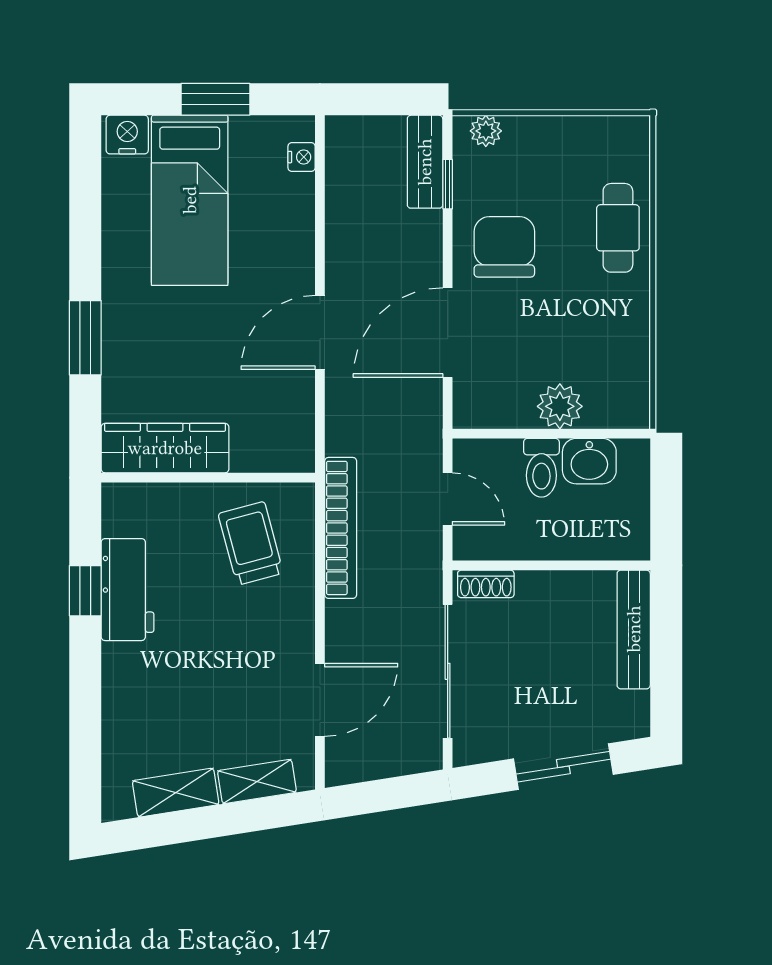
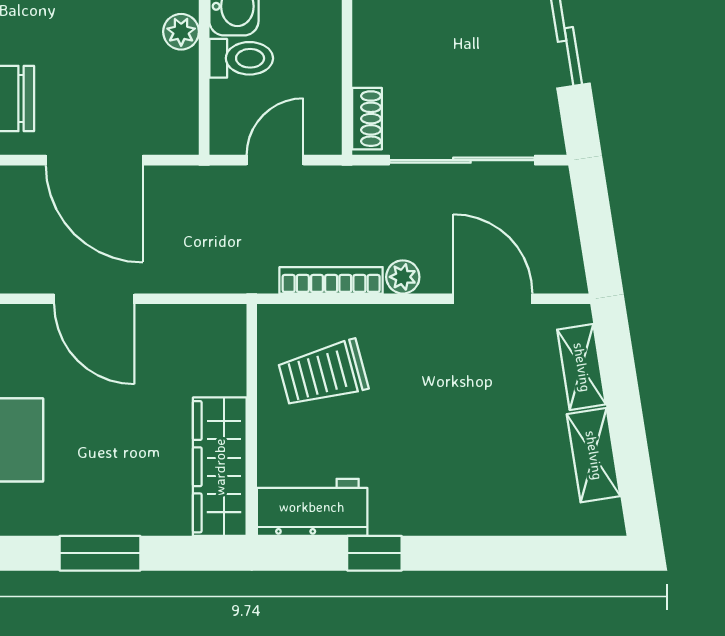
plant: (560, 406) -> (181, 32), width x0.73, depth x0.73
bookcase: (341, 528) -> (331, 280), width x0.68, depth x0.76
workbench: (128, 590) -> (312, 507), moved
plant: (340, 617) -> (403, 277), added

